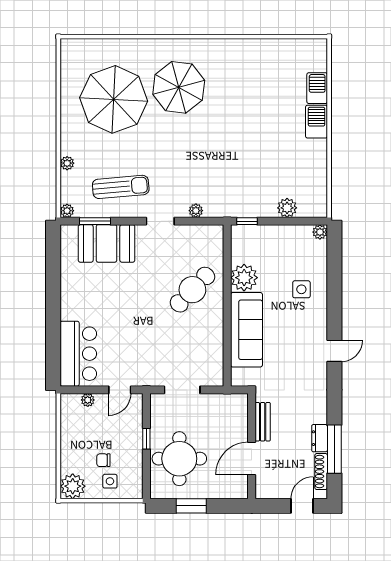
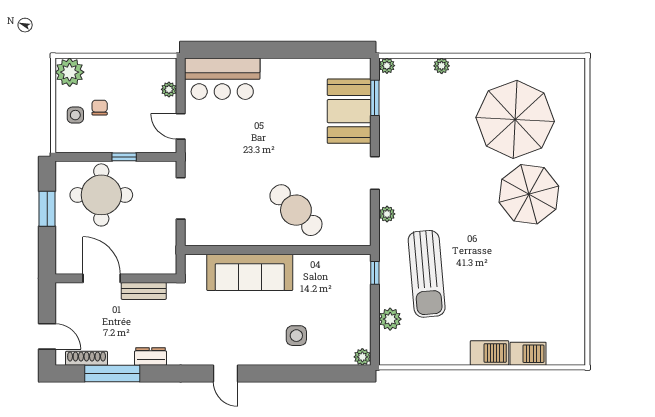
sun lounger: (121, 187) -> (427, 274), moved, width x1.36, depth x1.34
plant: (244, 278) -> (310, 270), removed
dresser: (320, 438) -> (151, 356), moved

